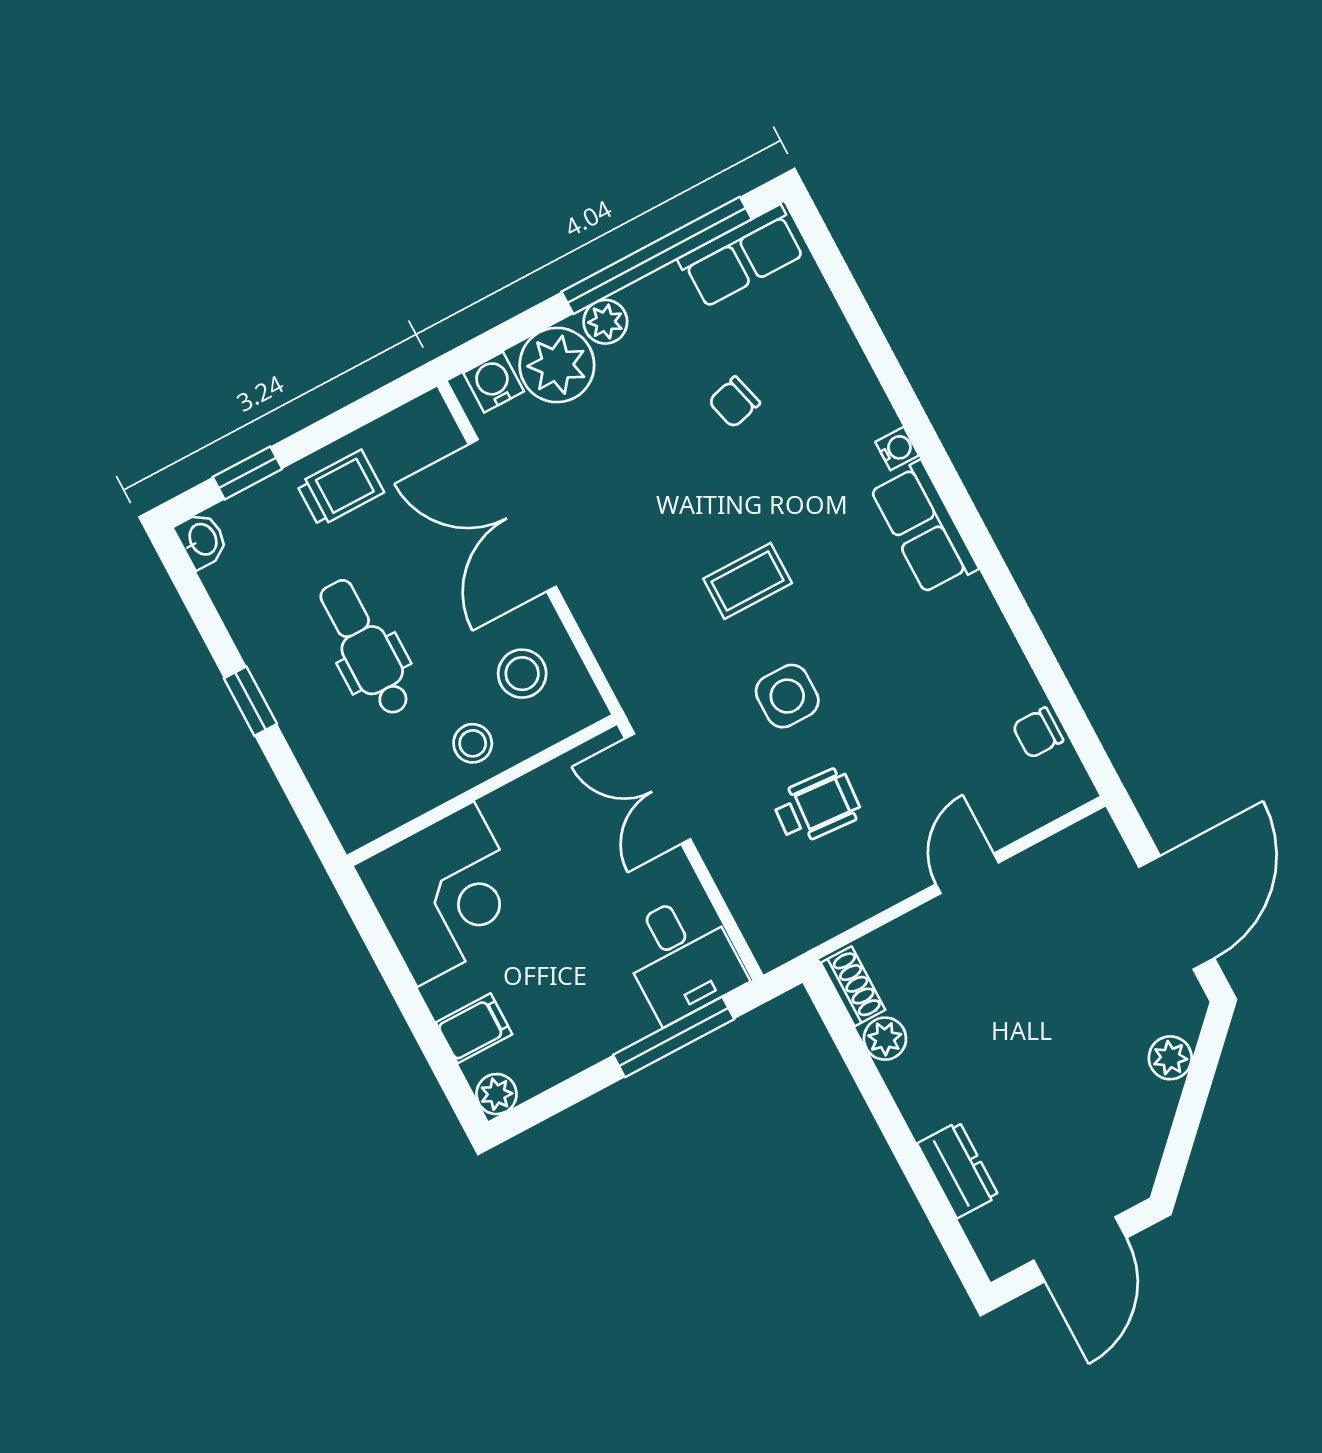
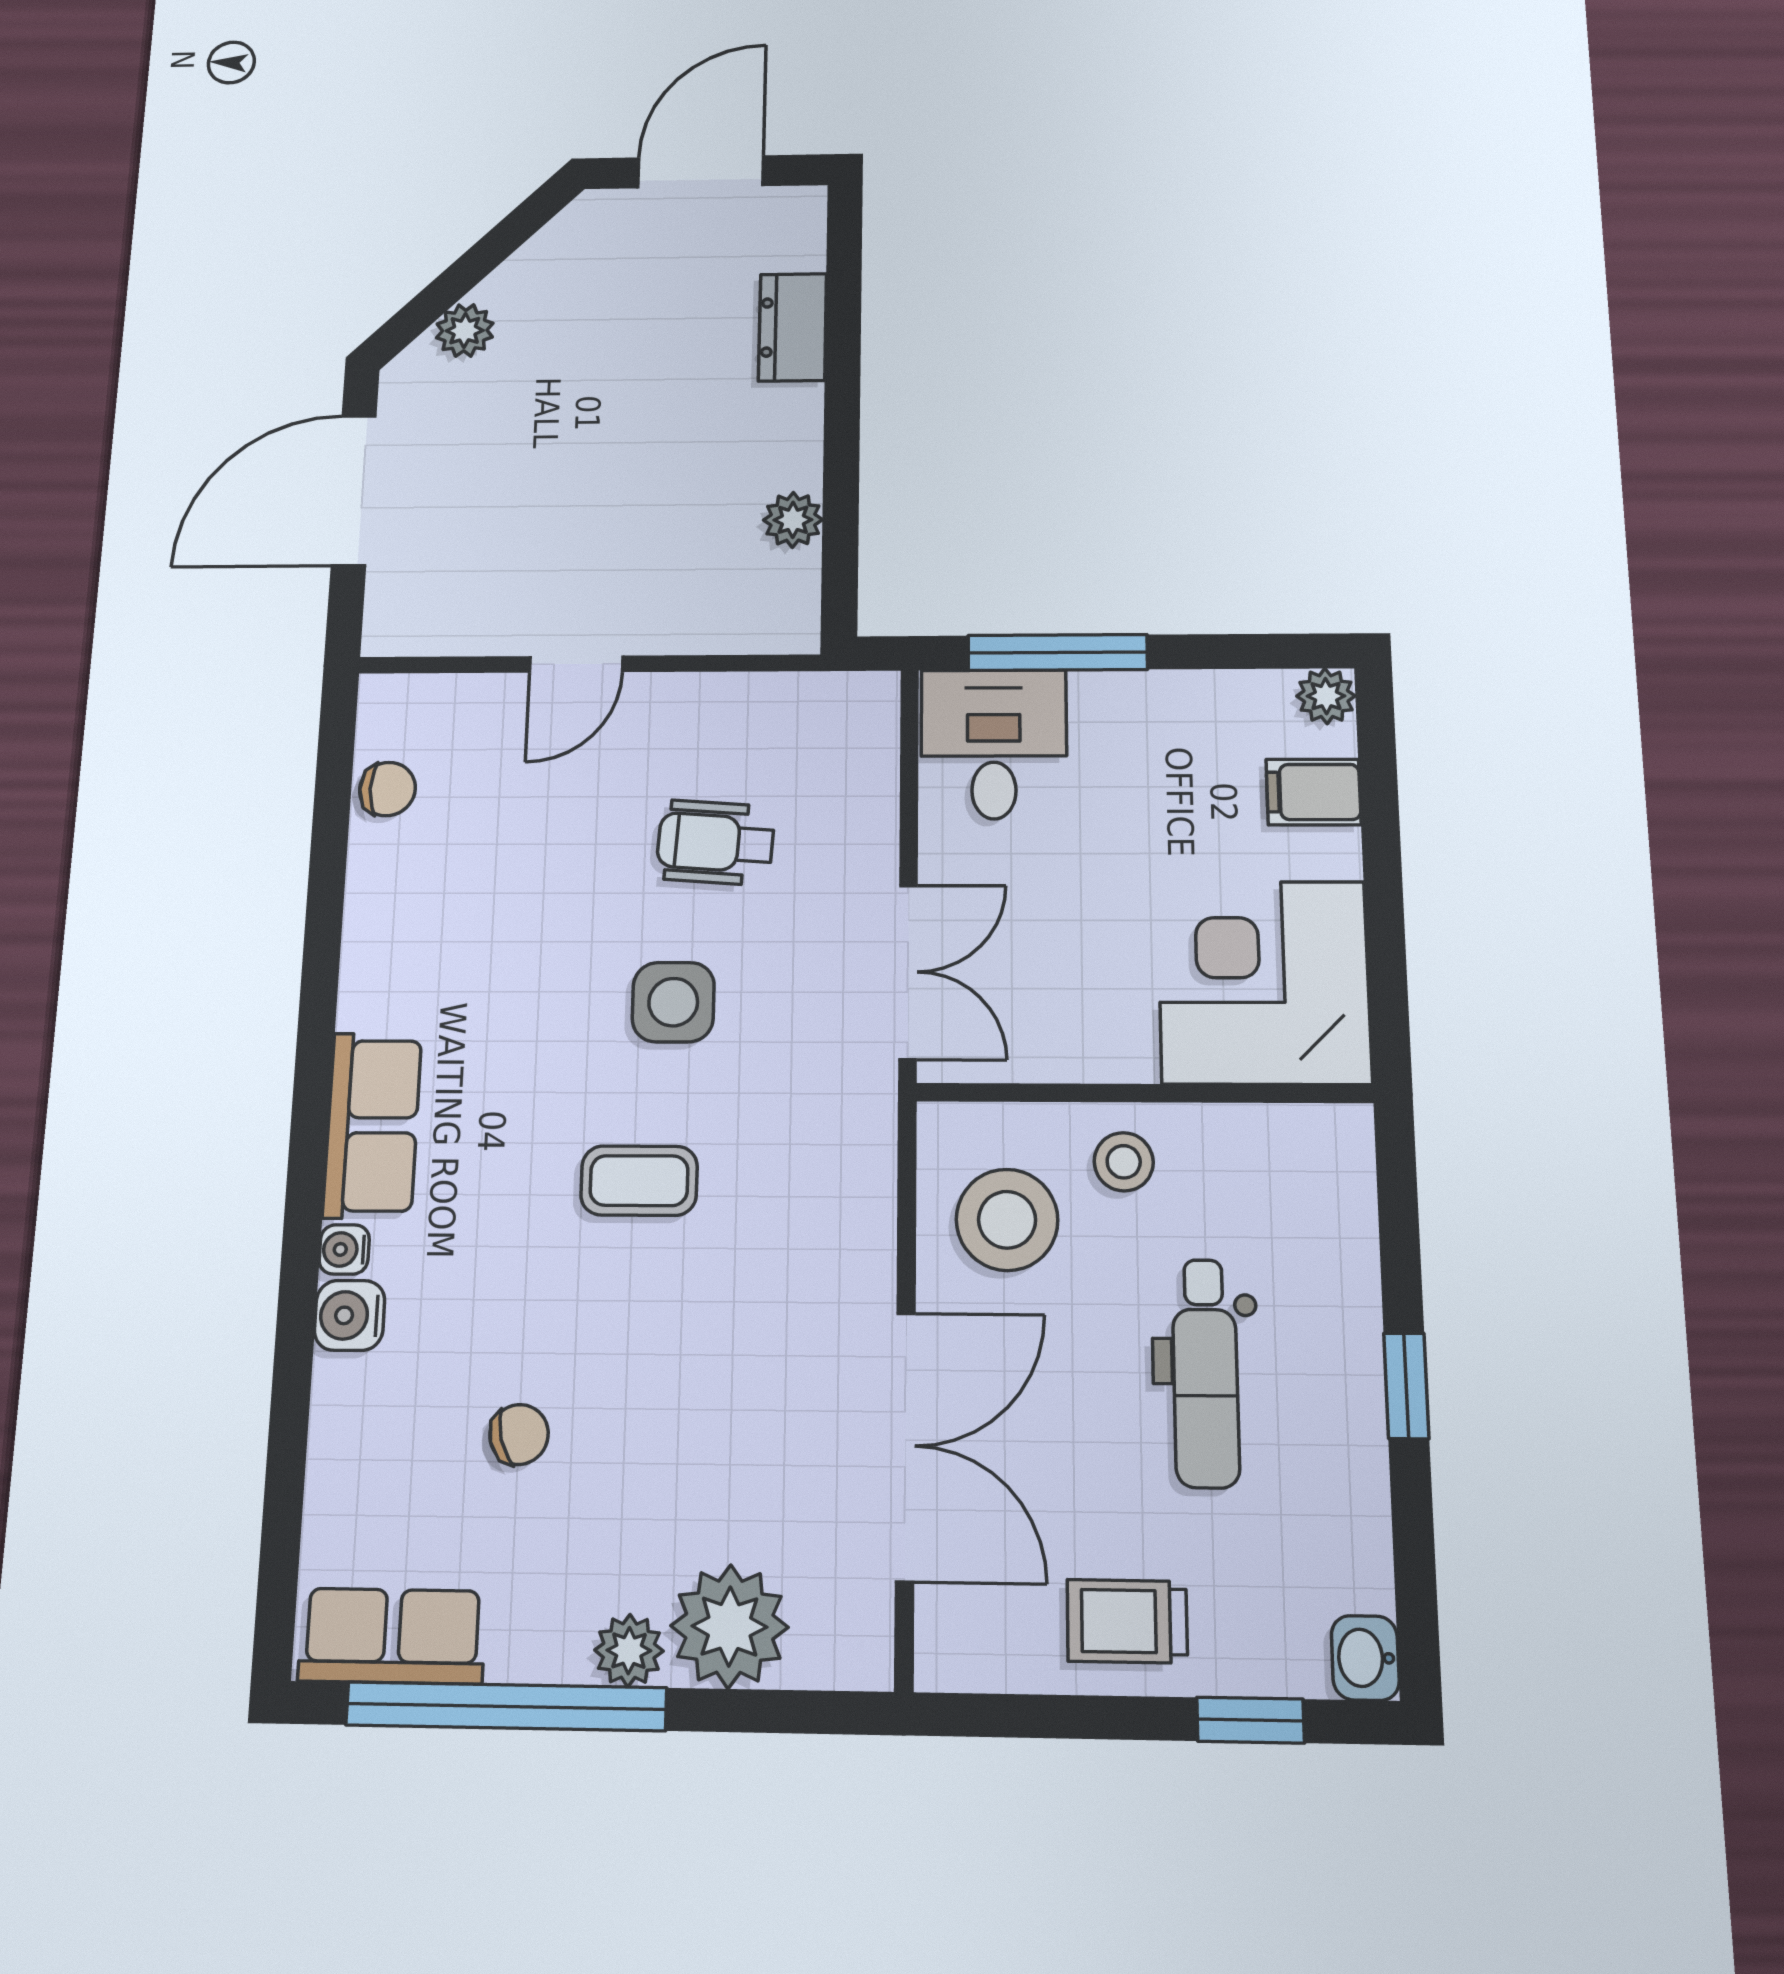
water cooler: (494, 382) -> (350, 1315), moved, turned 90
stool: (522, 674) -> (1007, 1220), width x1.38, depth x1.38
shoe rack: (853, 986) -> (796, 601), removed

